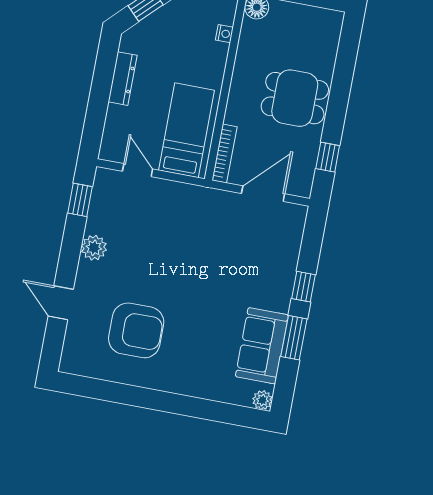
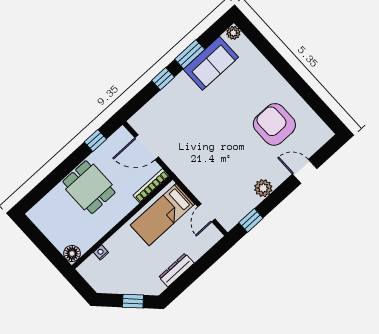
door: (61, 303) -> (305, 171), swing flipped

